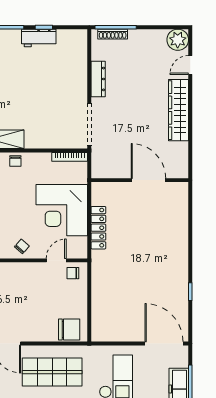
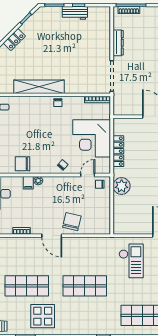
plant: (103, 275) -> (122, 186), added
chair: (69, 329) -> (72, 222), moved, turned -77
shop shelf: (52, 372) -> (85, 256), removed

